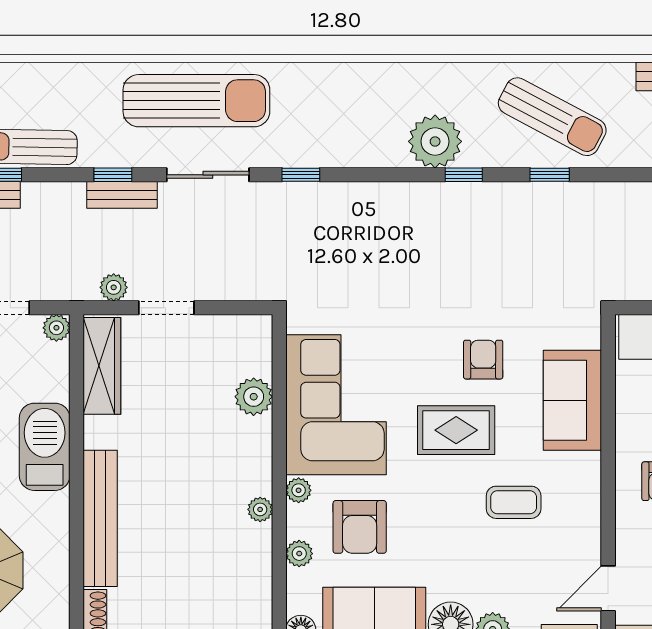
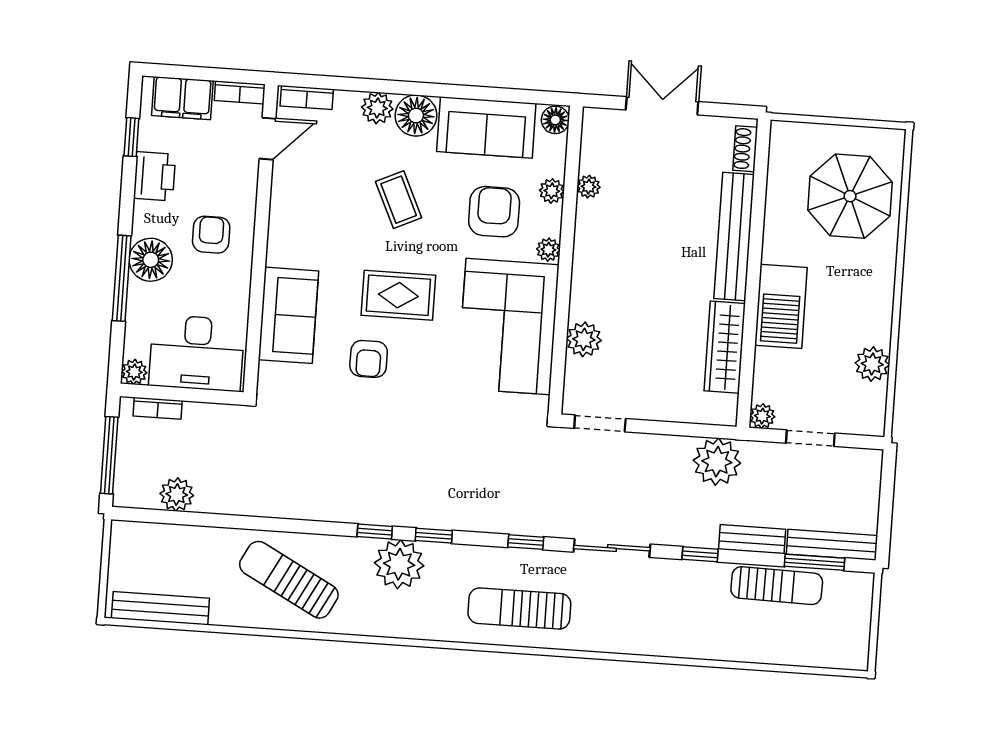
sun lounger: (196, 101) -> (519, 608), moved, width x0.73, depth x0.75
window: (550, 175) -> (434, 536), moved
bench: (122, 195) -> (752, 539), moved
plant: (114, 287) -> (717, 462), width x1.87, depth x1.87
doorway: (166, 308) -> (600, 423), moved
wardrobe: (102, 366) -> (725, 347), moved
coffee table: (514, 502) -> (399, 200), moved, turned 65
plant: (260, 509) -> (589, 187), moved

